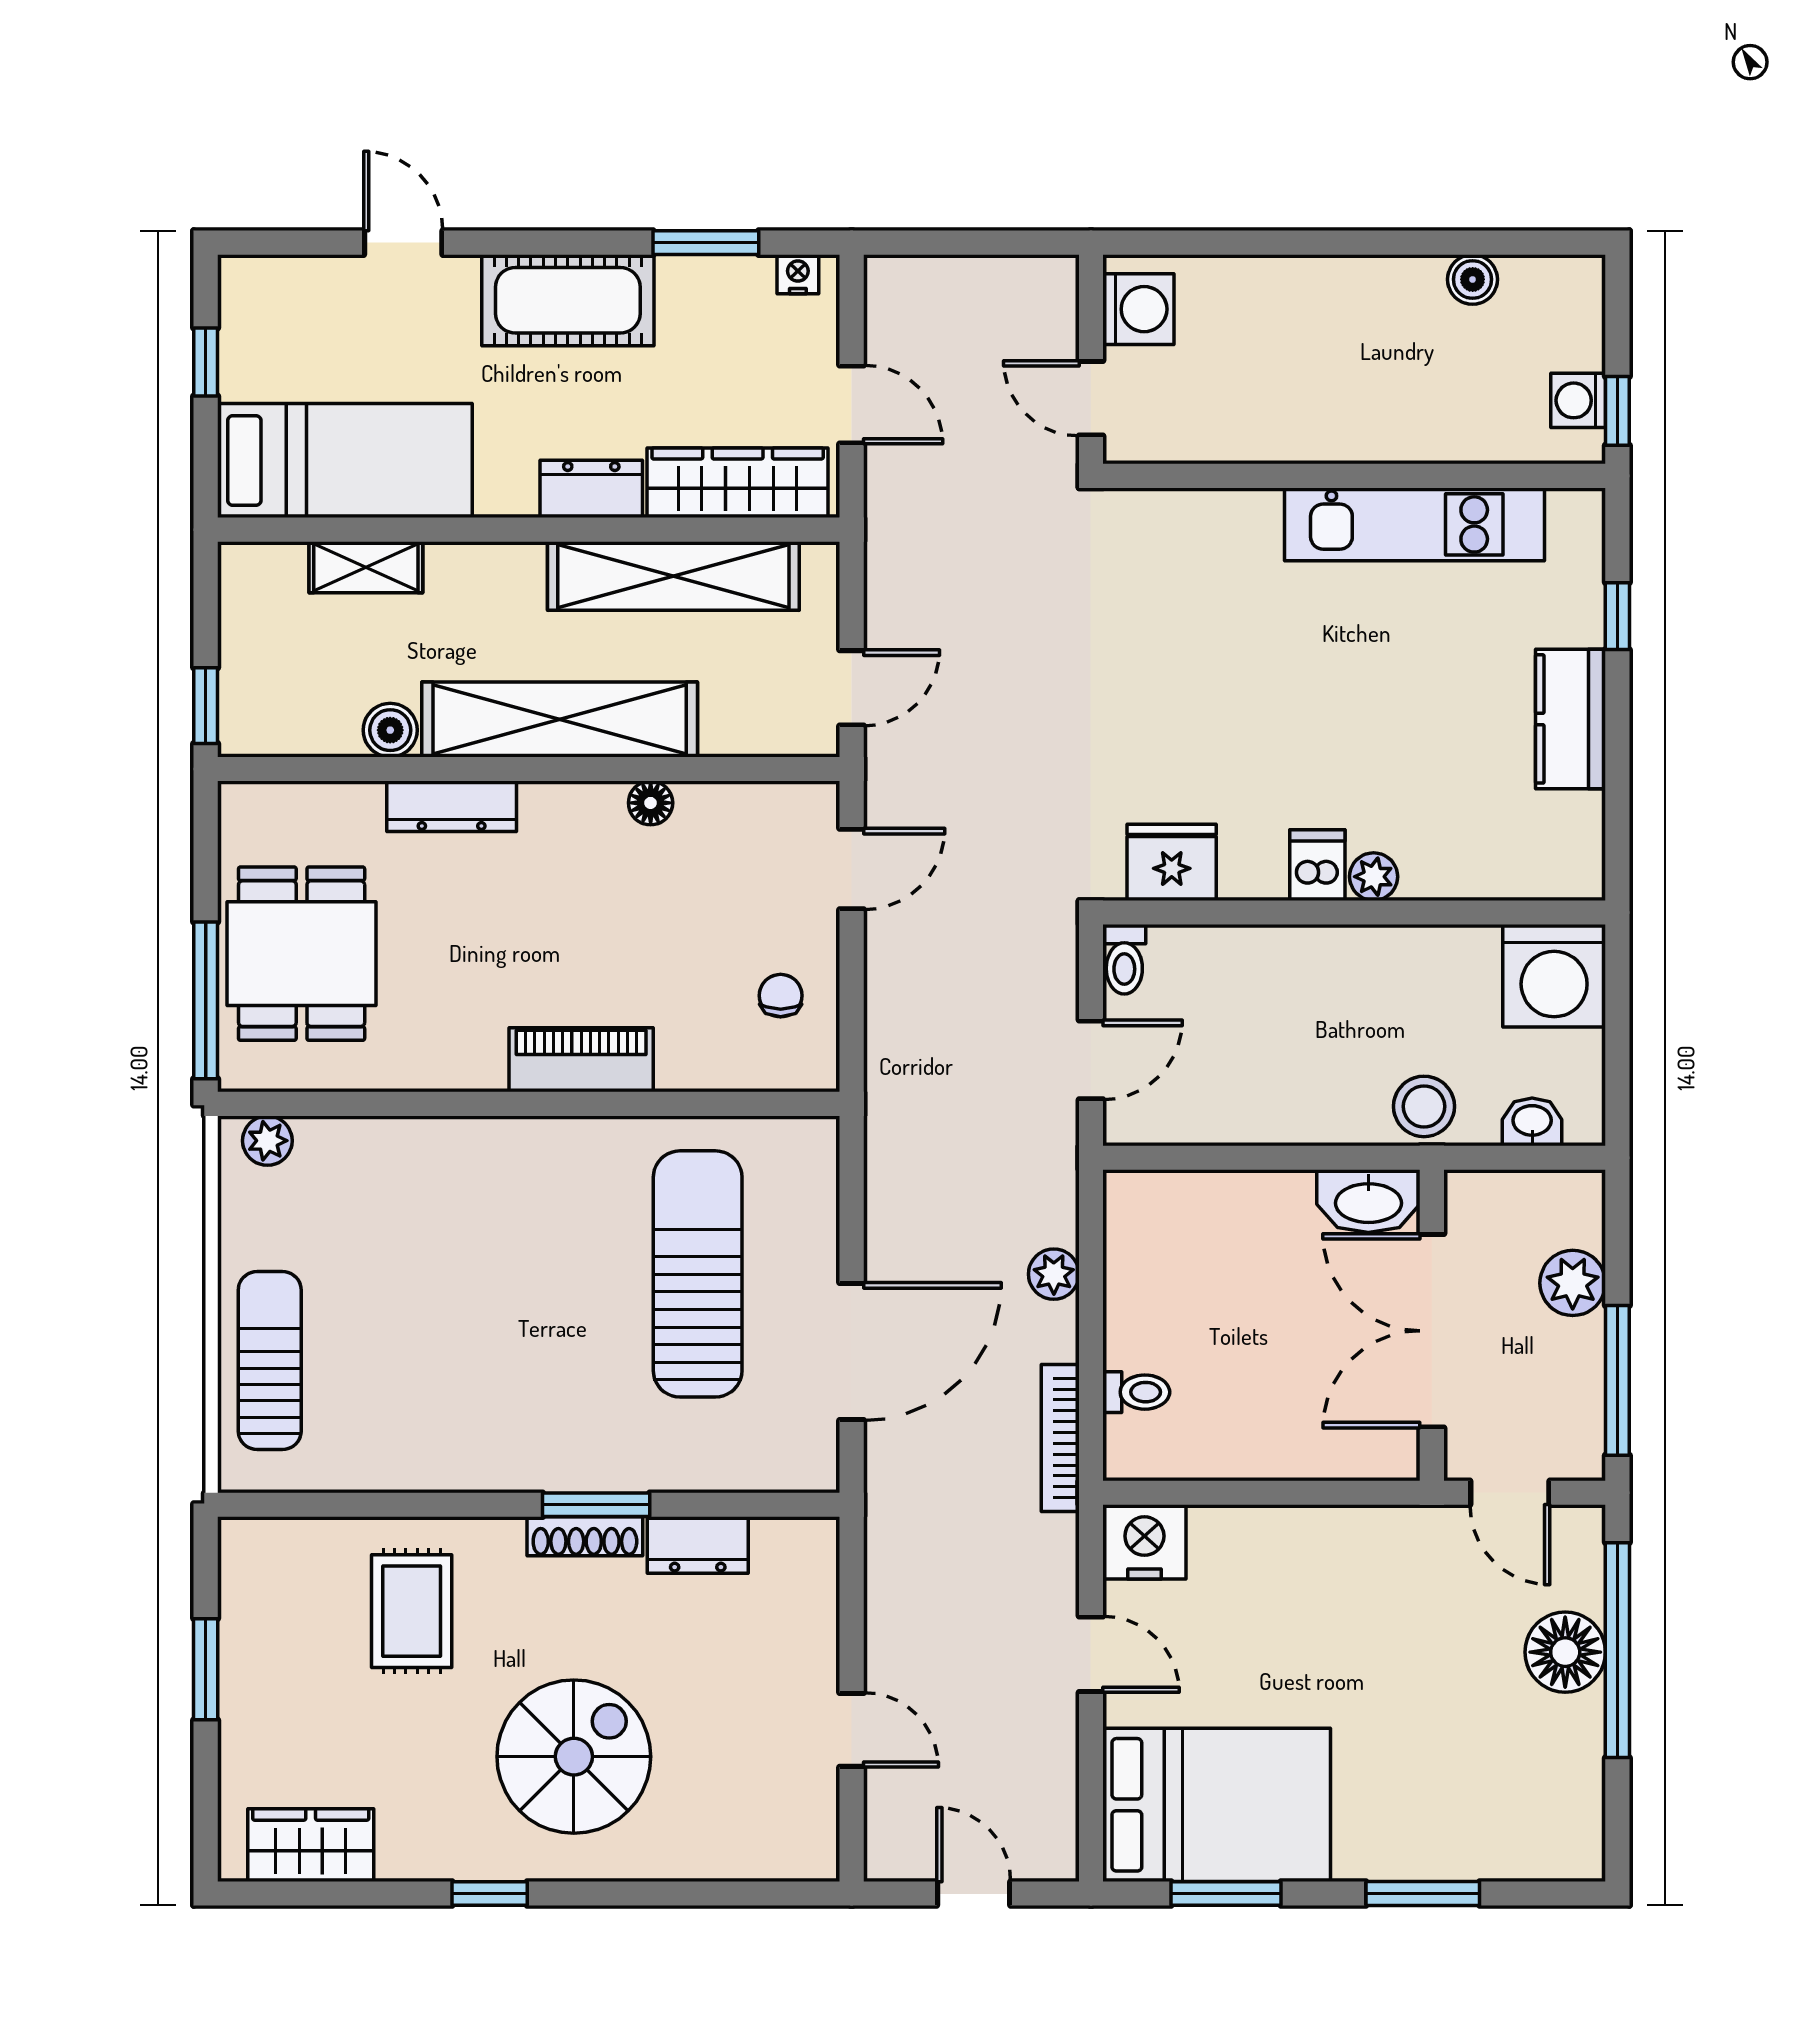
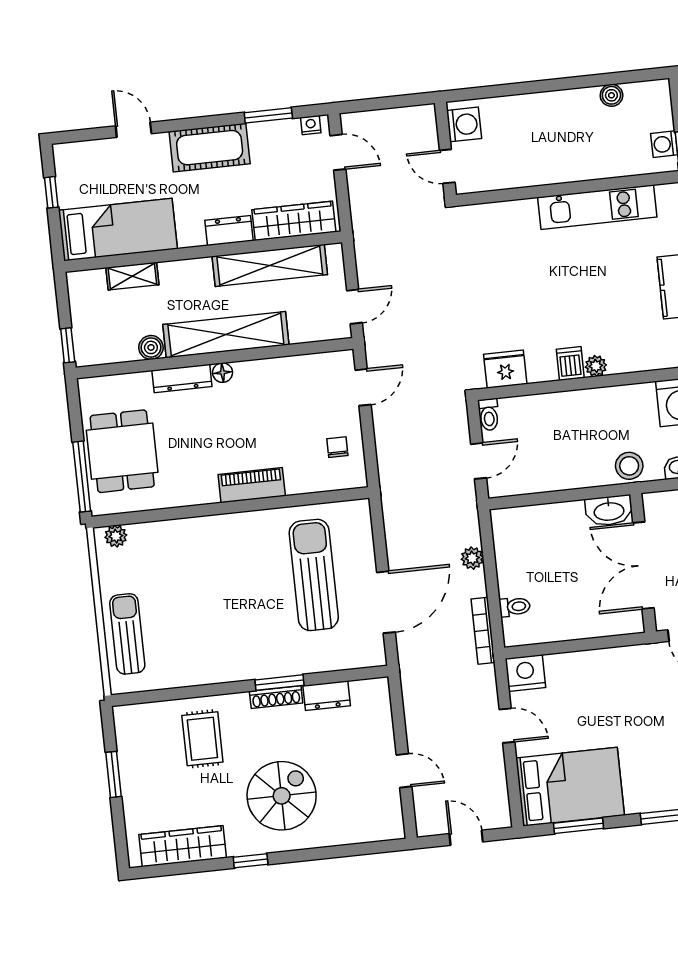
door: (852, 405) -> (338, 152), moved
floor lamp: (651, 803) -> (223, 373), moved
wardrobe: (311, 1845) -> (183, 846), width x1.50

